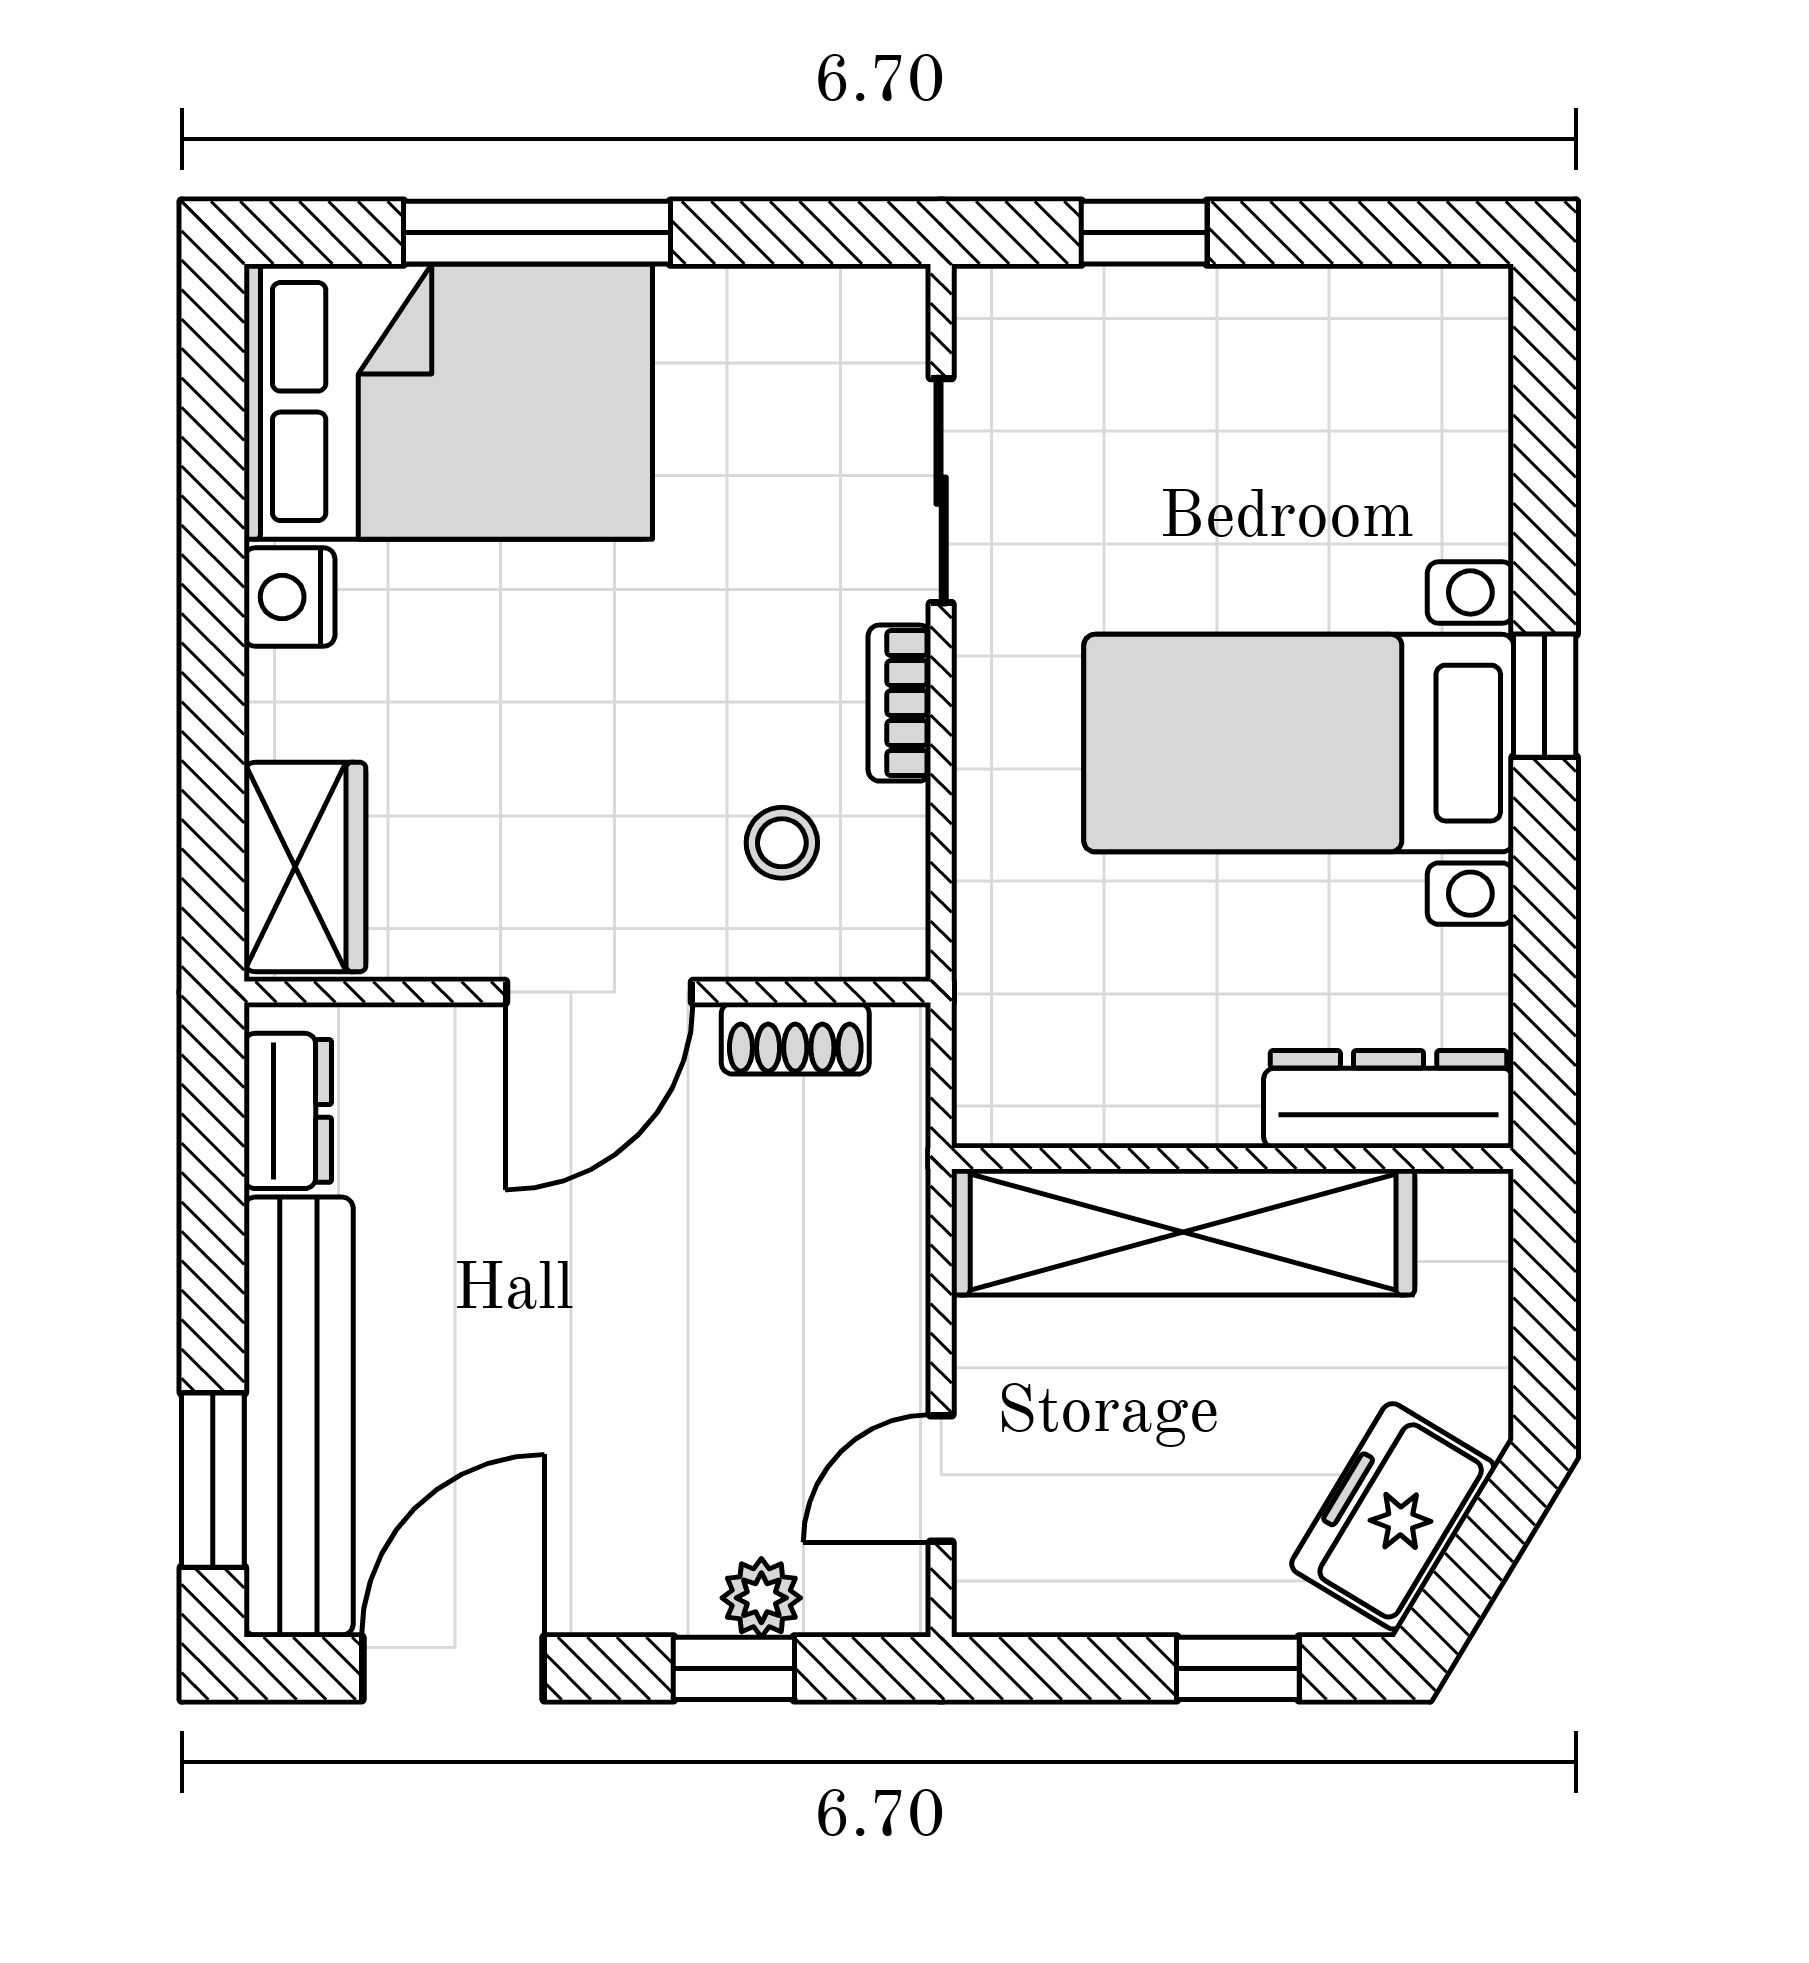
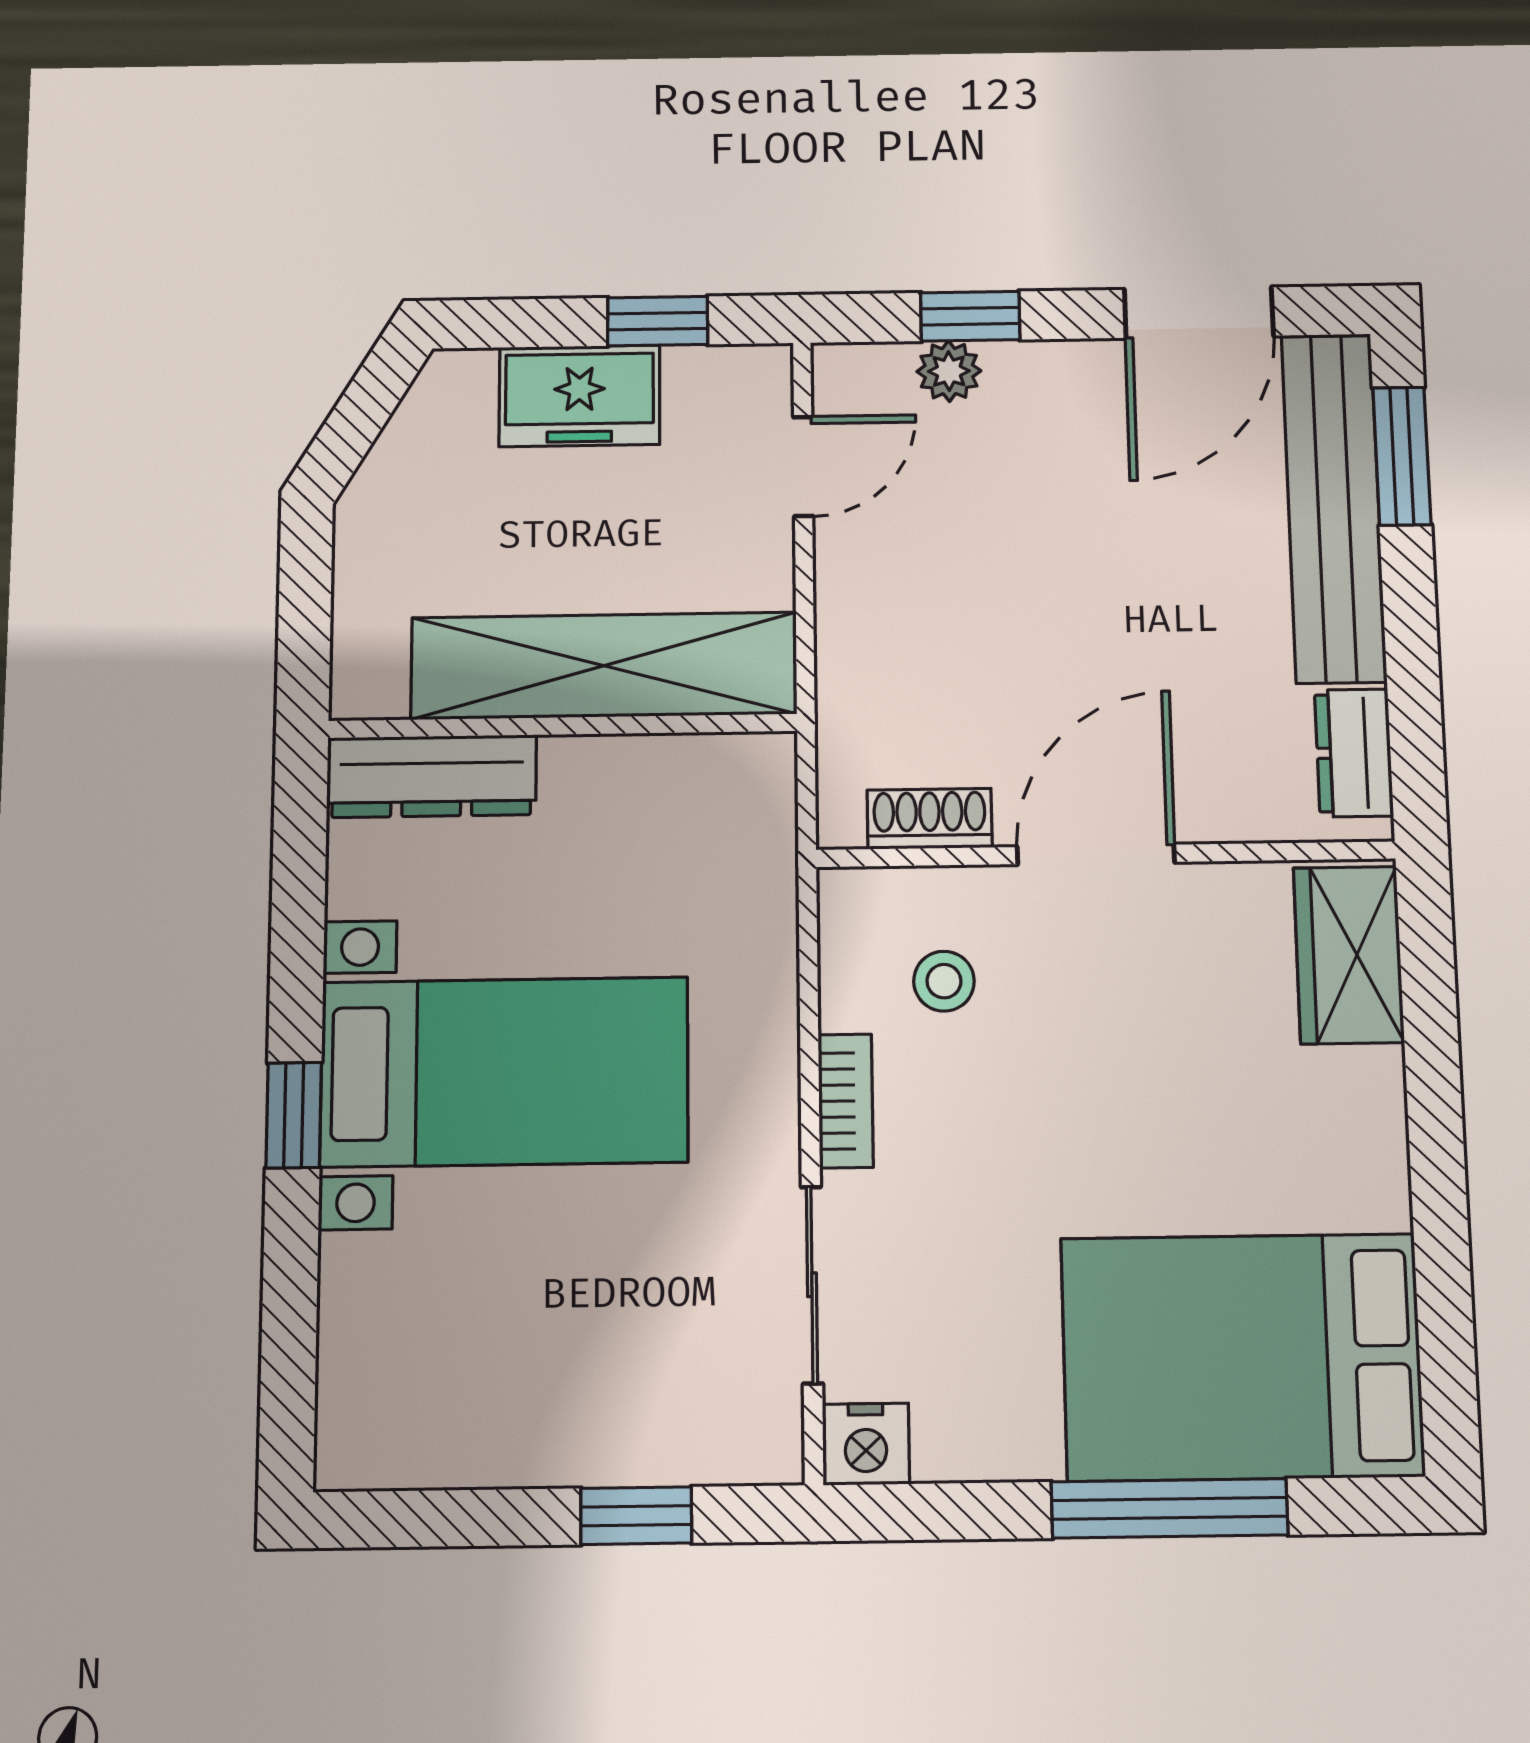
nightstand: (289, 597) -> (866, 1444), moved, turned 90
freezer: (1393, 1516) -> (579, 396), moved, turned 59
window: (1238, 1668) -> (658, 321), moved

